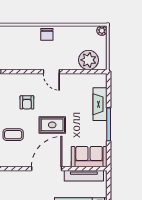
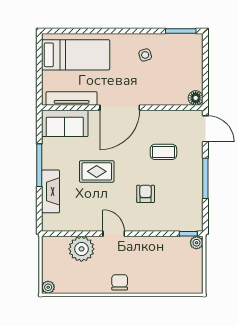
plant: (89, 60) -> (81, 249), moved
rug: (52, 125) -> (97, 171), moved

